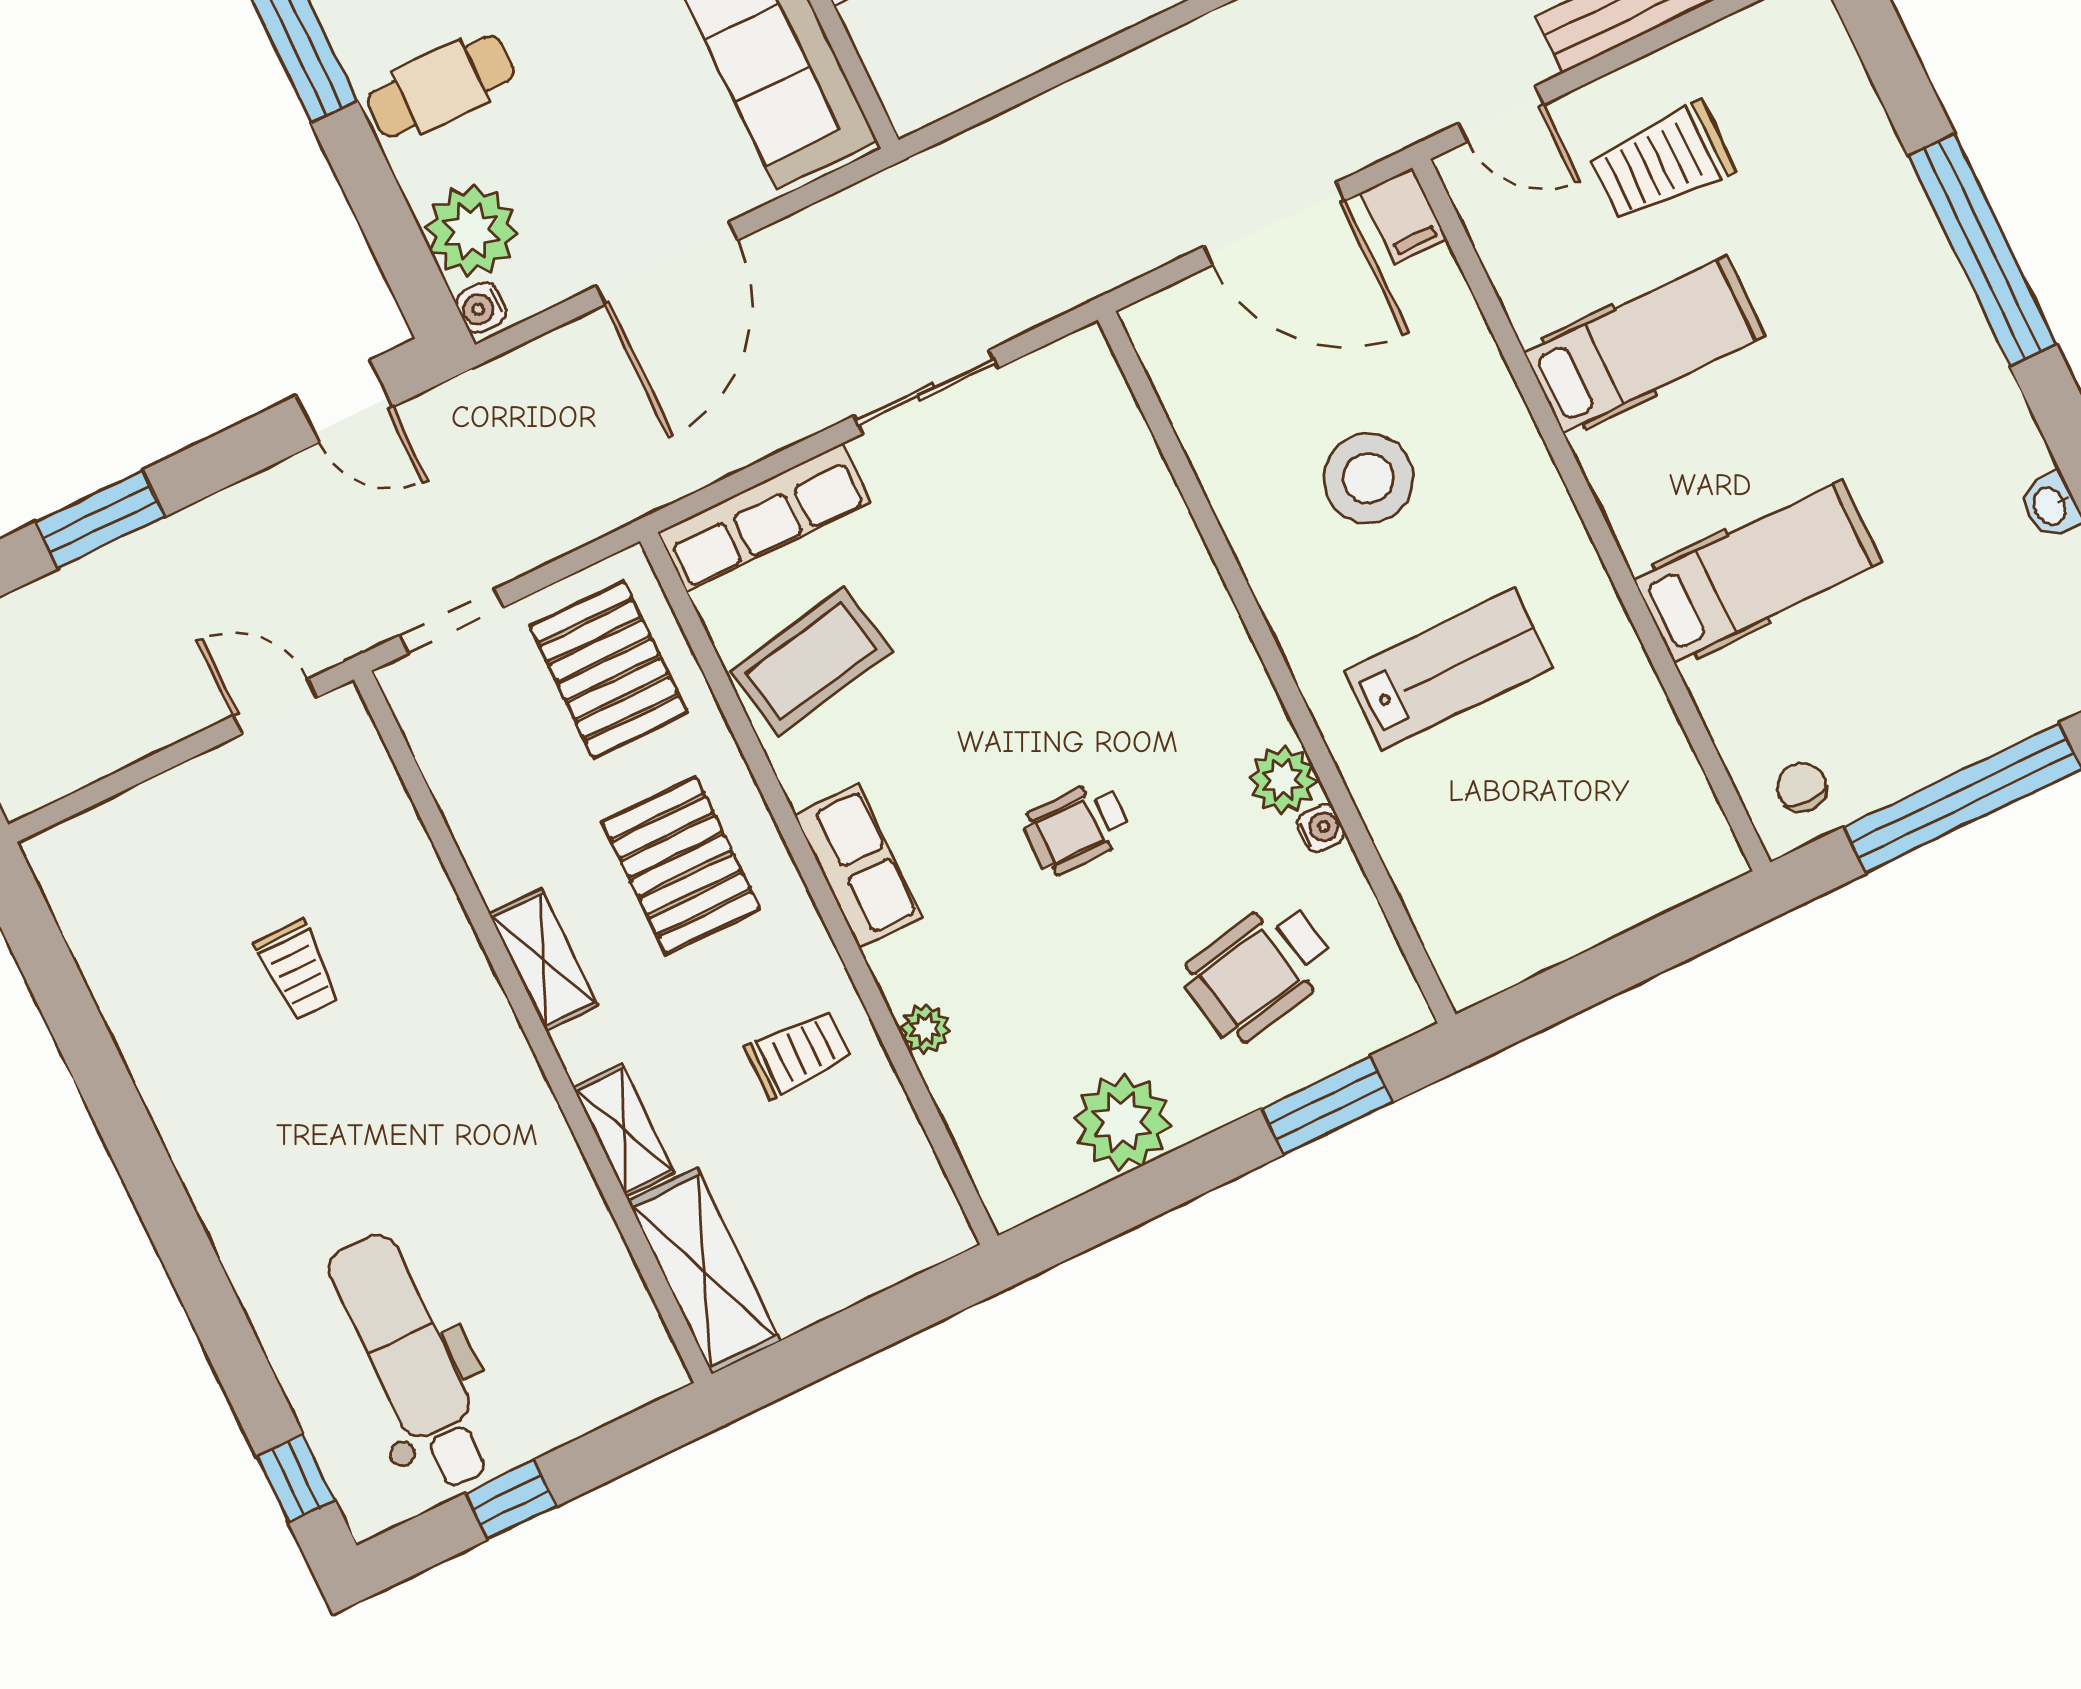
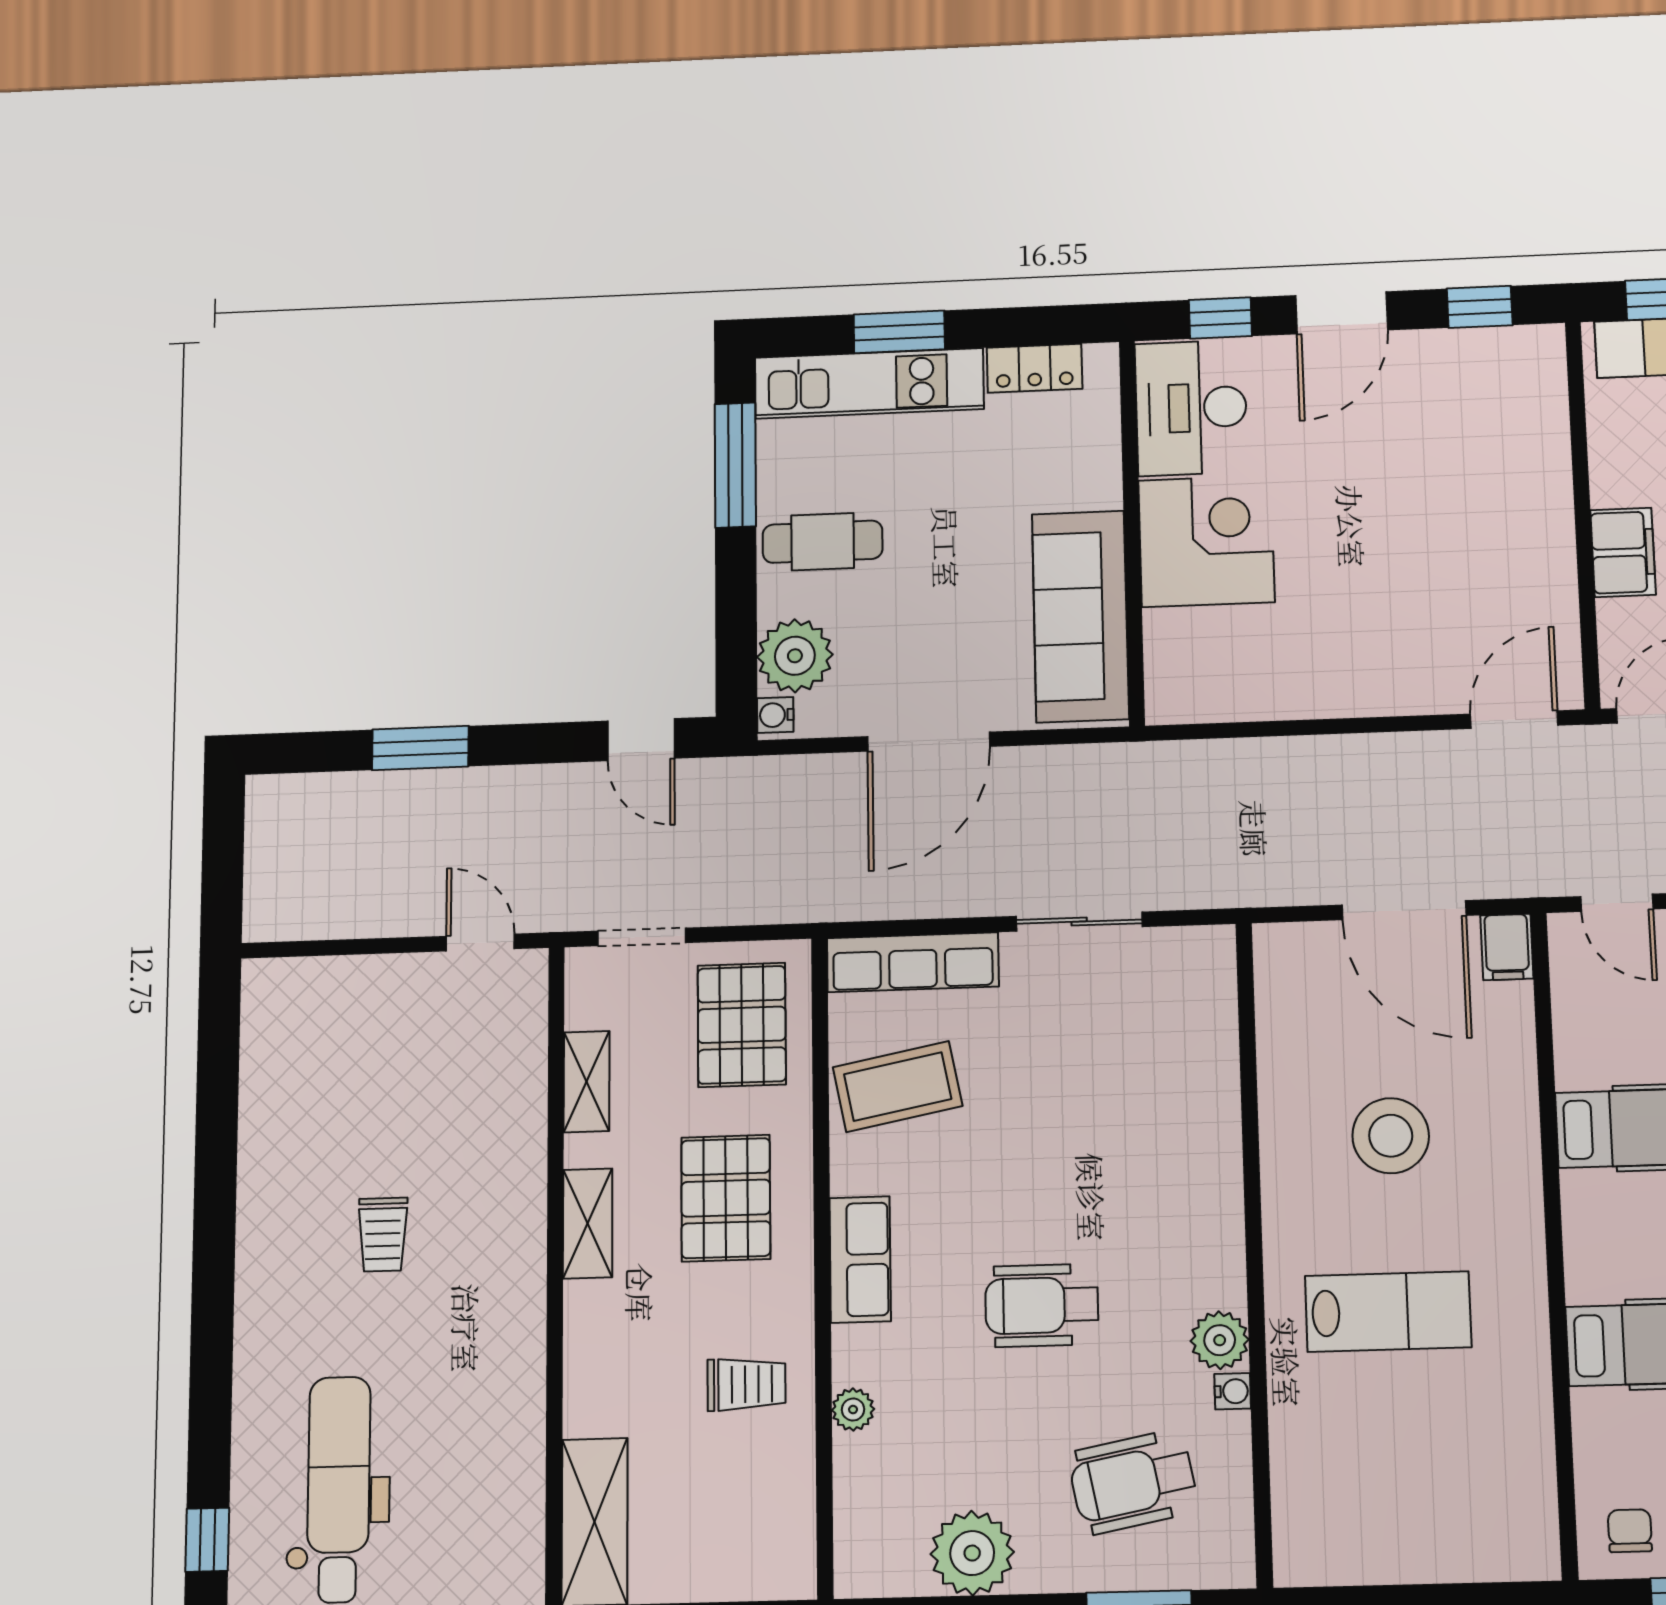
wheelchair: (1076, 828) -> (1042, 1305), width x1.36, depth x1.37
trolley: (298, 970) -> (383, 1235), moved
shelving: (624, 1130) -> (586, 1082), moved

